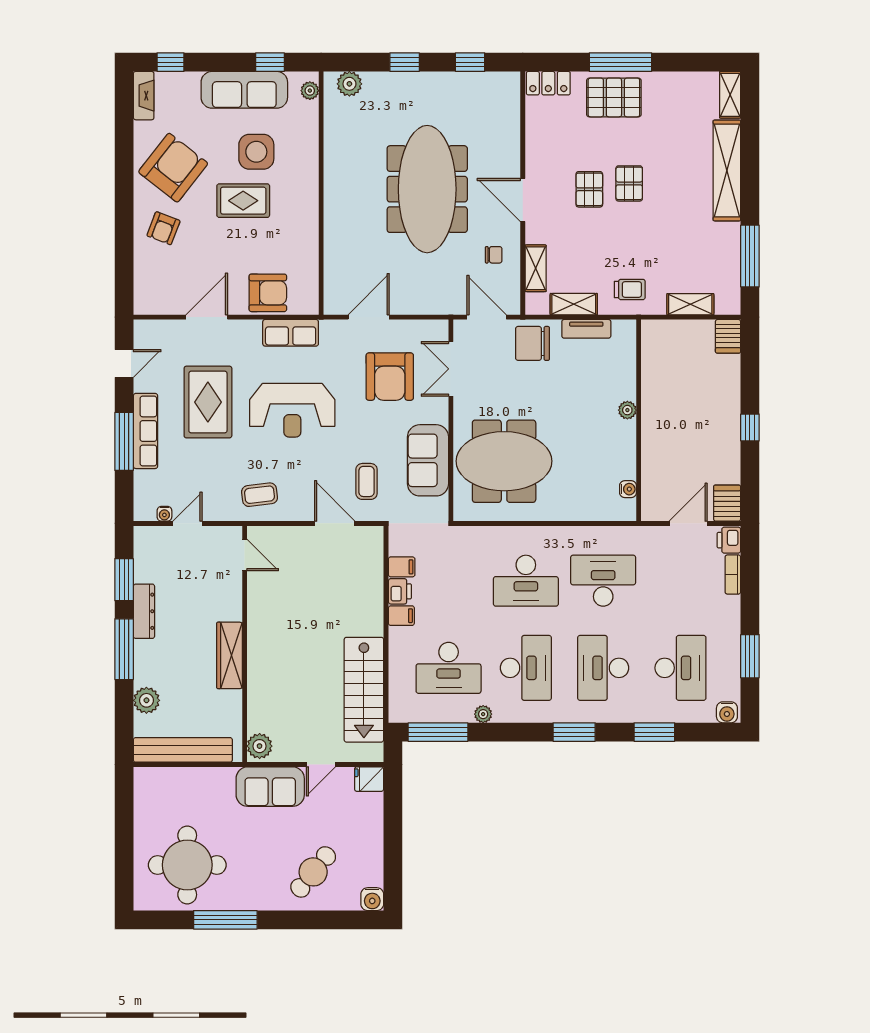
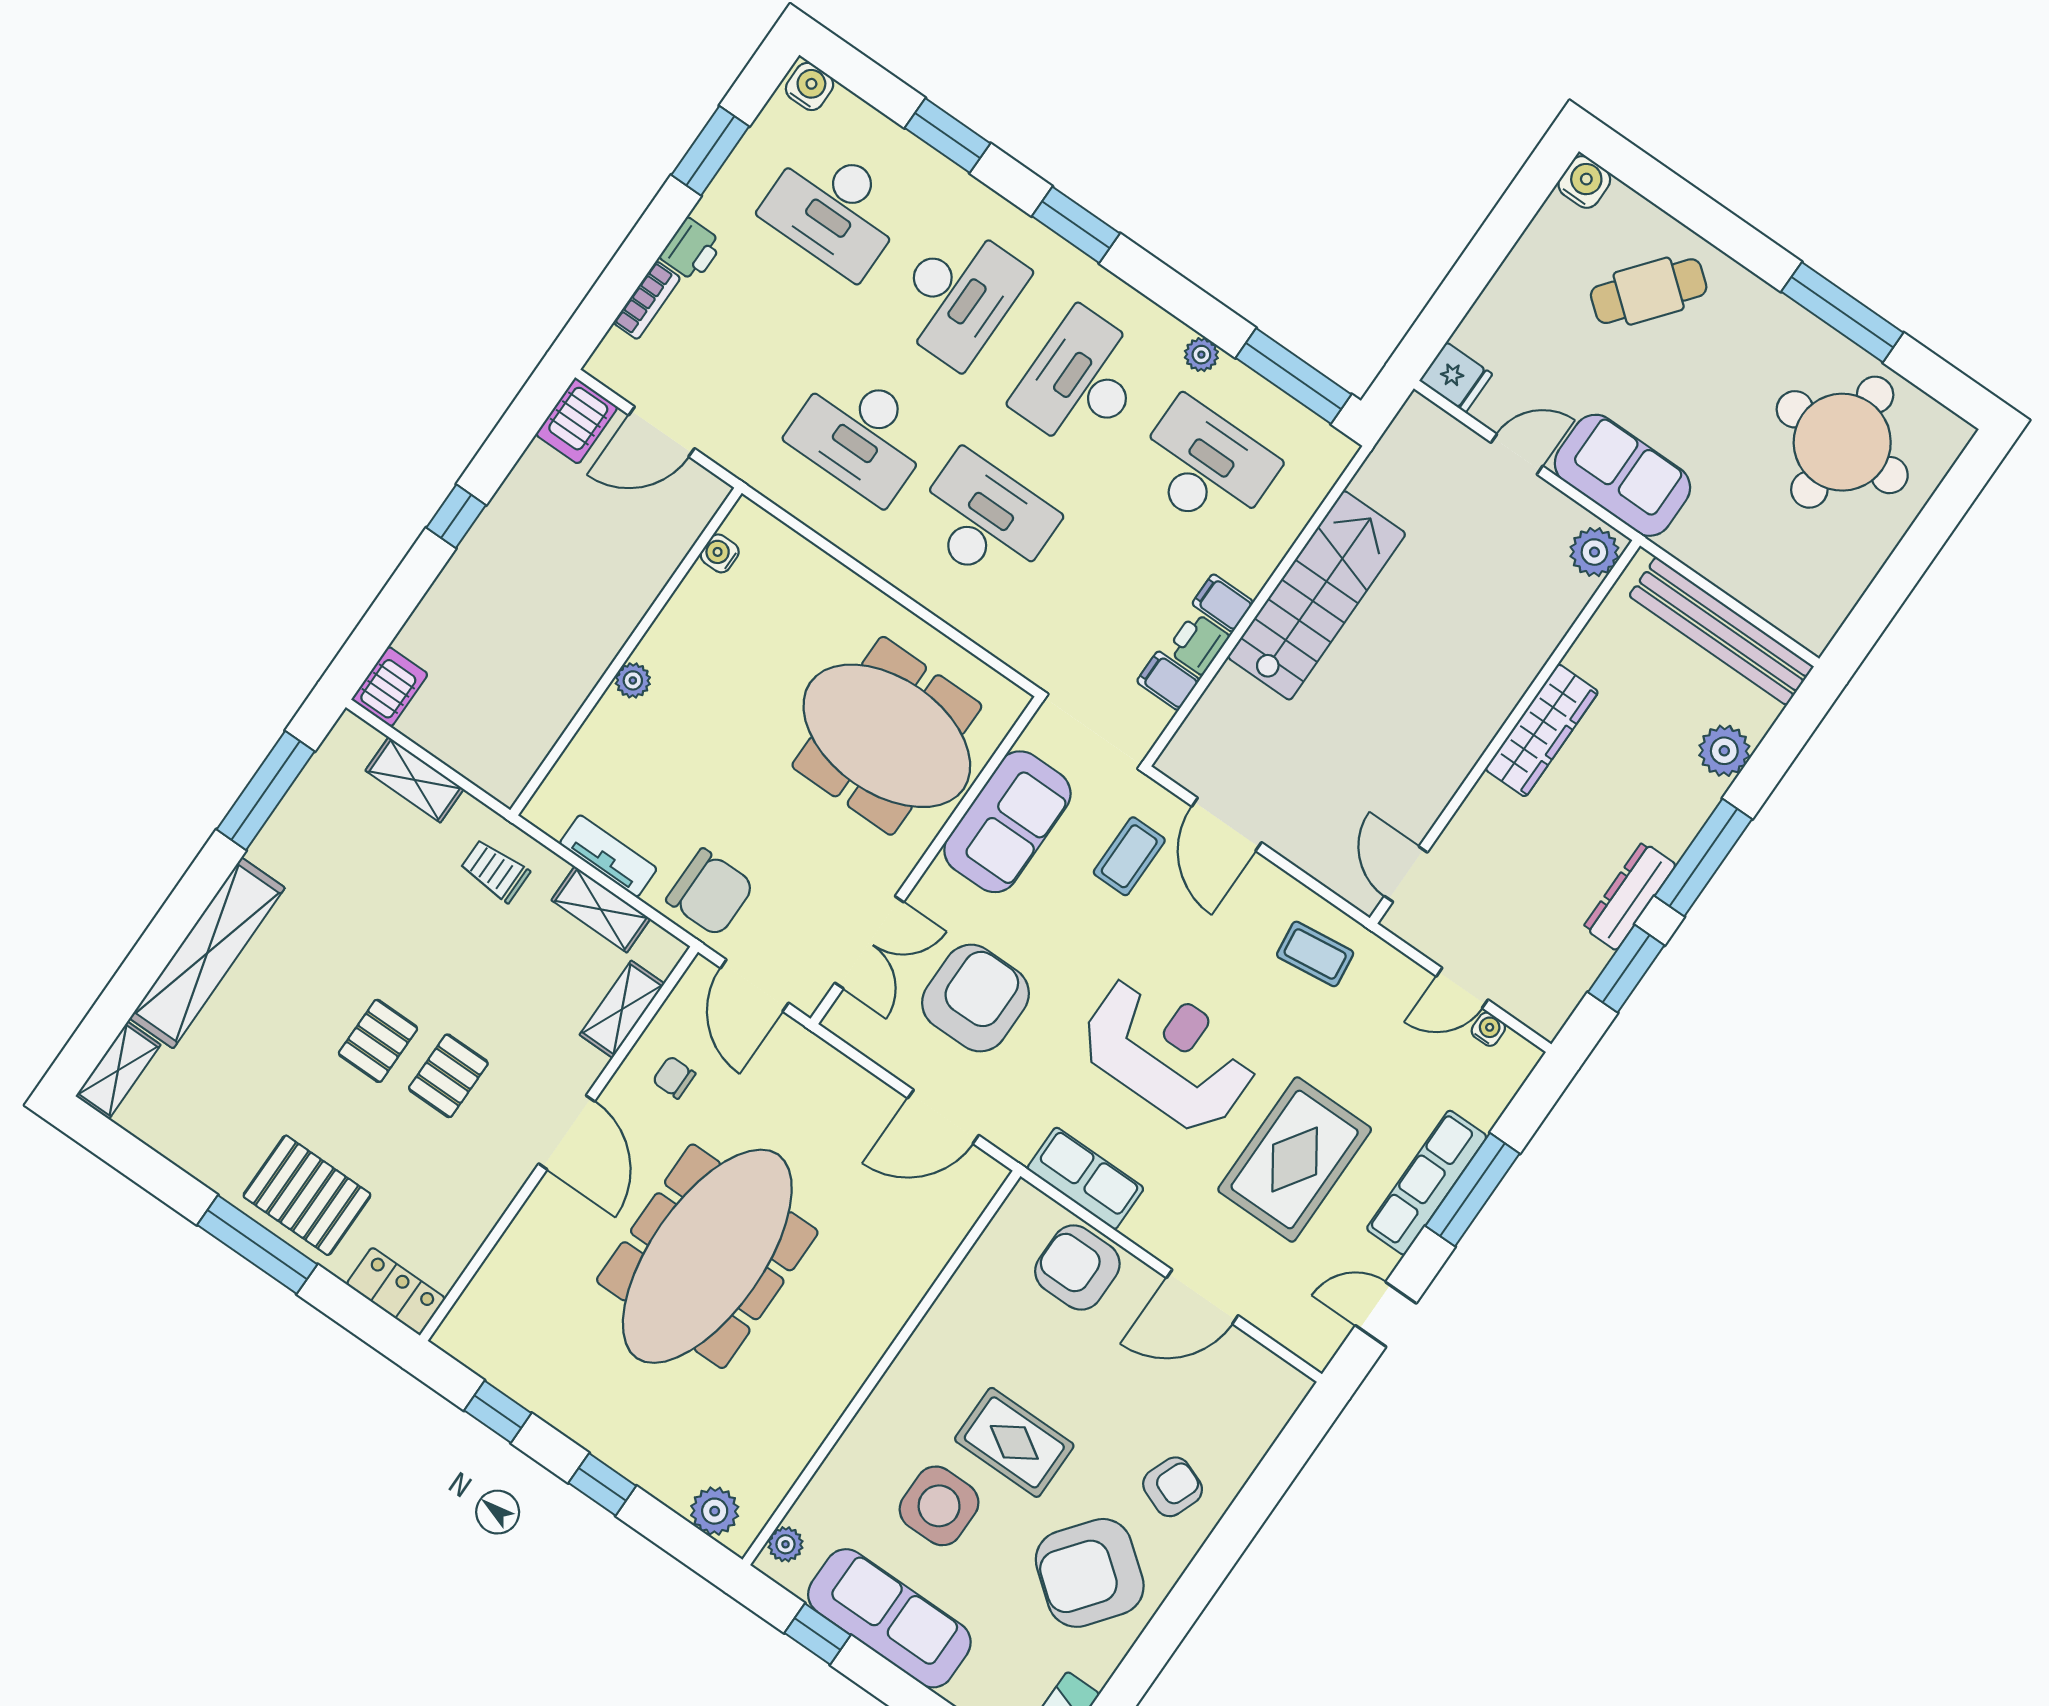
printer: (729, 540) -> (691, 250), moved
desk: (680, 668) -> (834, 209), turned -90
stairs: (364, 690) -> (1317, 595), moved

